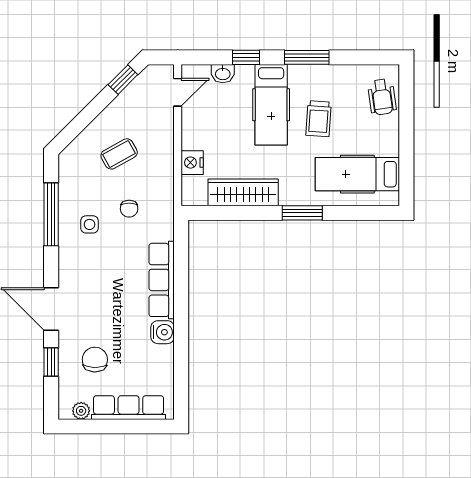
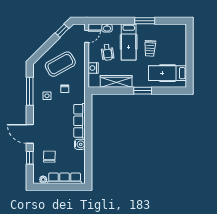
window: (246, 57) -> (117, 21), removed
wheelchair: (382, 97) -> (107, 52), moved
coffee table: (119, 154) -> (60, 64), width x1.86, depth x1.72

